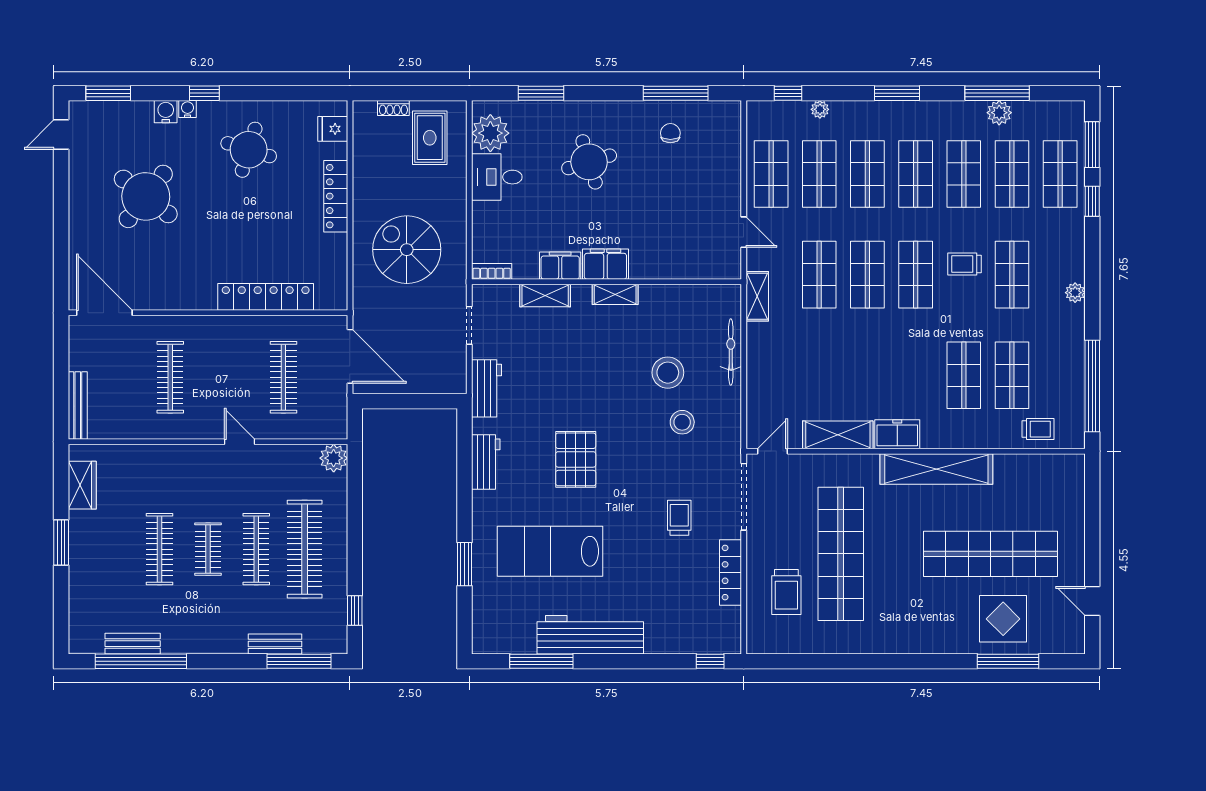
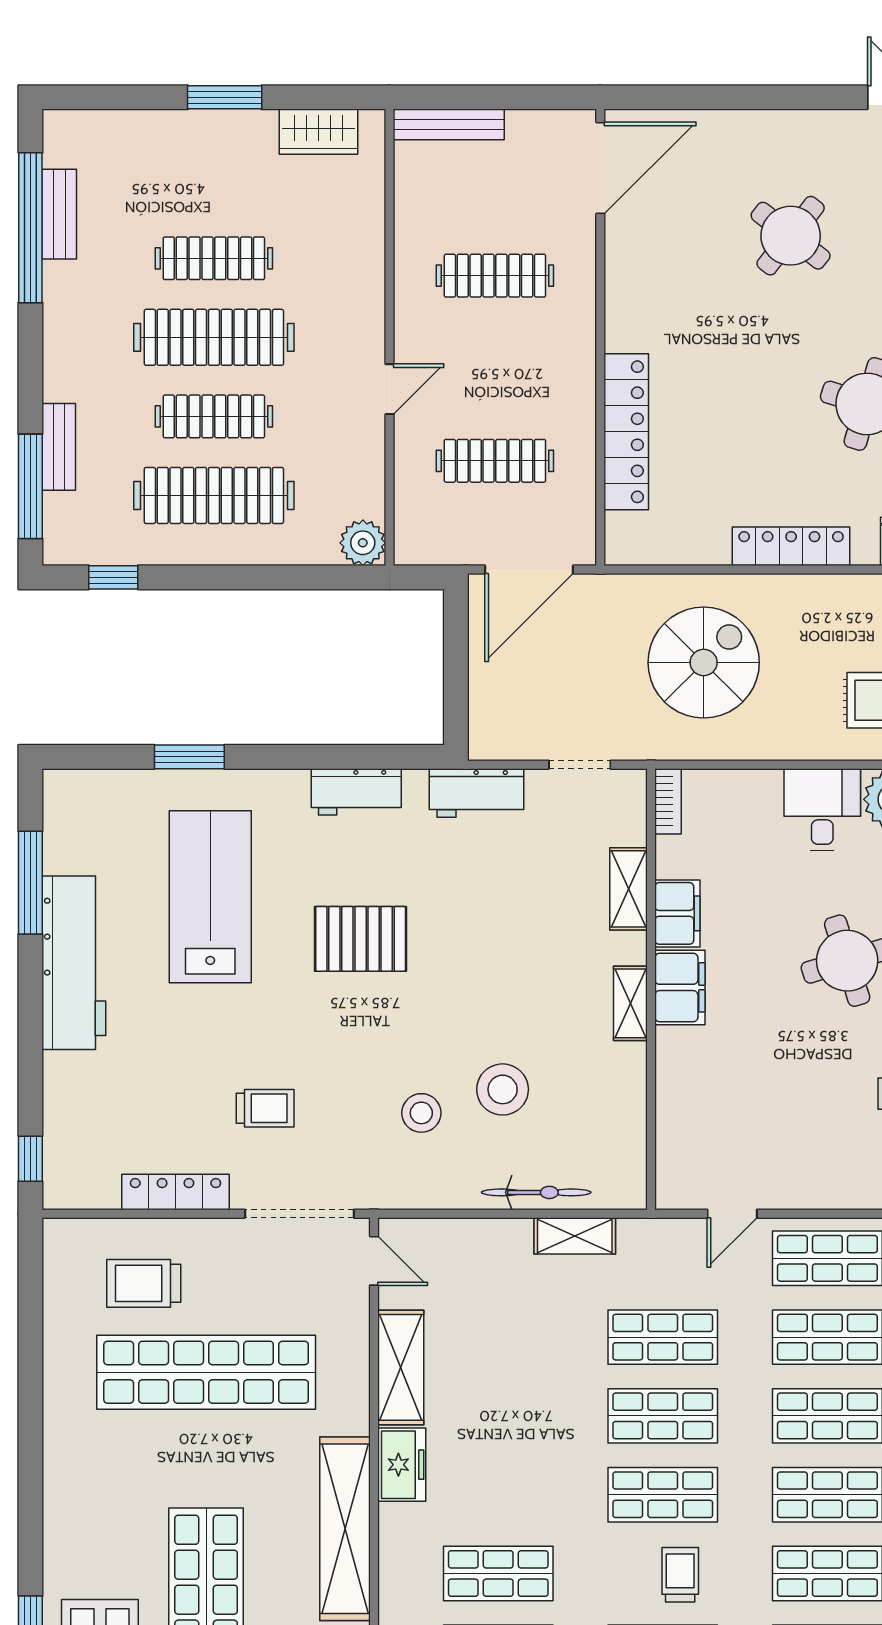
round table: (146, 196) -> (791, 236), width x0.73, depth x0.73
shelving: (757, 296) -> (575, 1236), moved
clothes rail: (208, 549) -> (214, 337), width x1.86, depth x1.31

